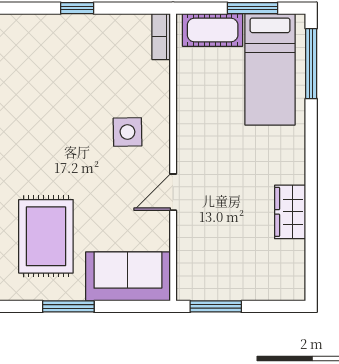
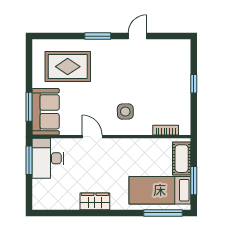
bookcase: (161, 37) -> (166, 130), moved
wardrobe: (290, 212) -> (95, 201), moved
desk: (212, 272) -> (48, 158), added
window: (68, 306) -> (29, 107), moved

